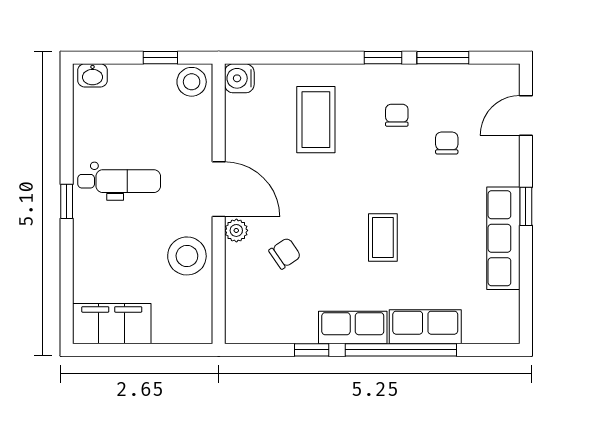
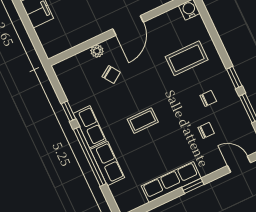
plant: (236, 230) -> (97, 51), moved
stool: (187, 256) -> (86, 25), removed

